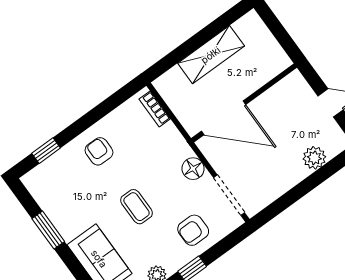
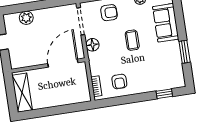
shelving: (211, 55) -> (22, 93), moved, turned 90
door: (223, 118) -> (63, 63), hinge flipped
armchair: (99, 151) -> (119, 82), moved

